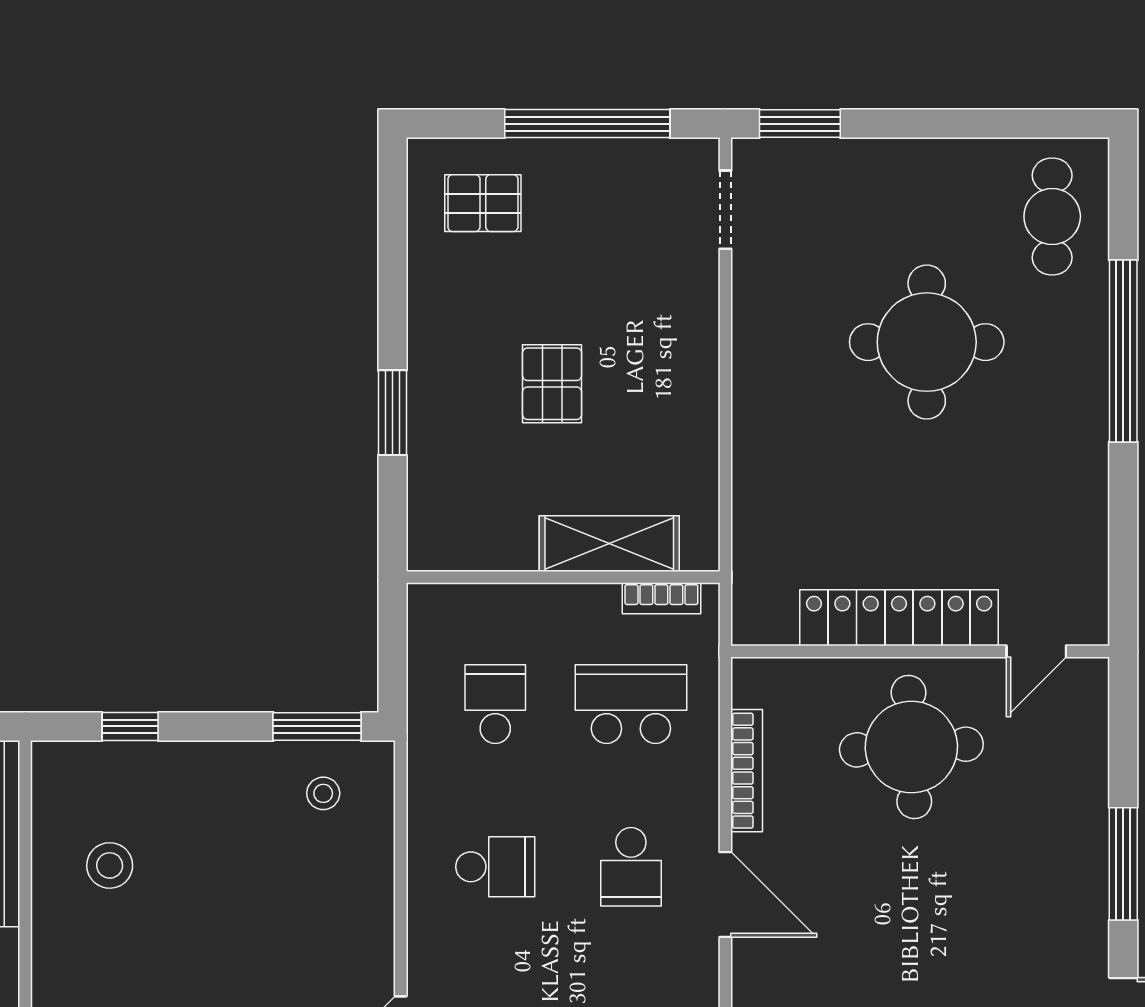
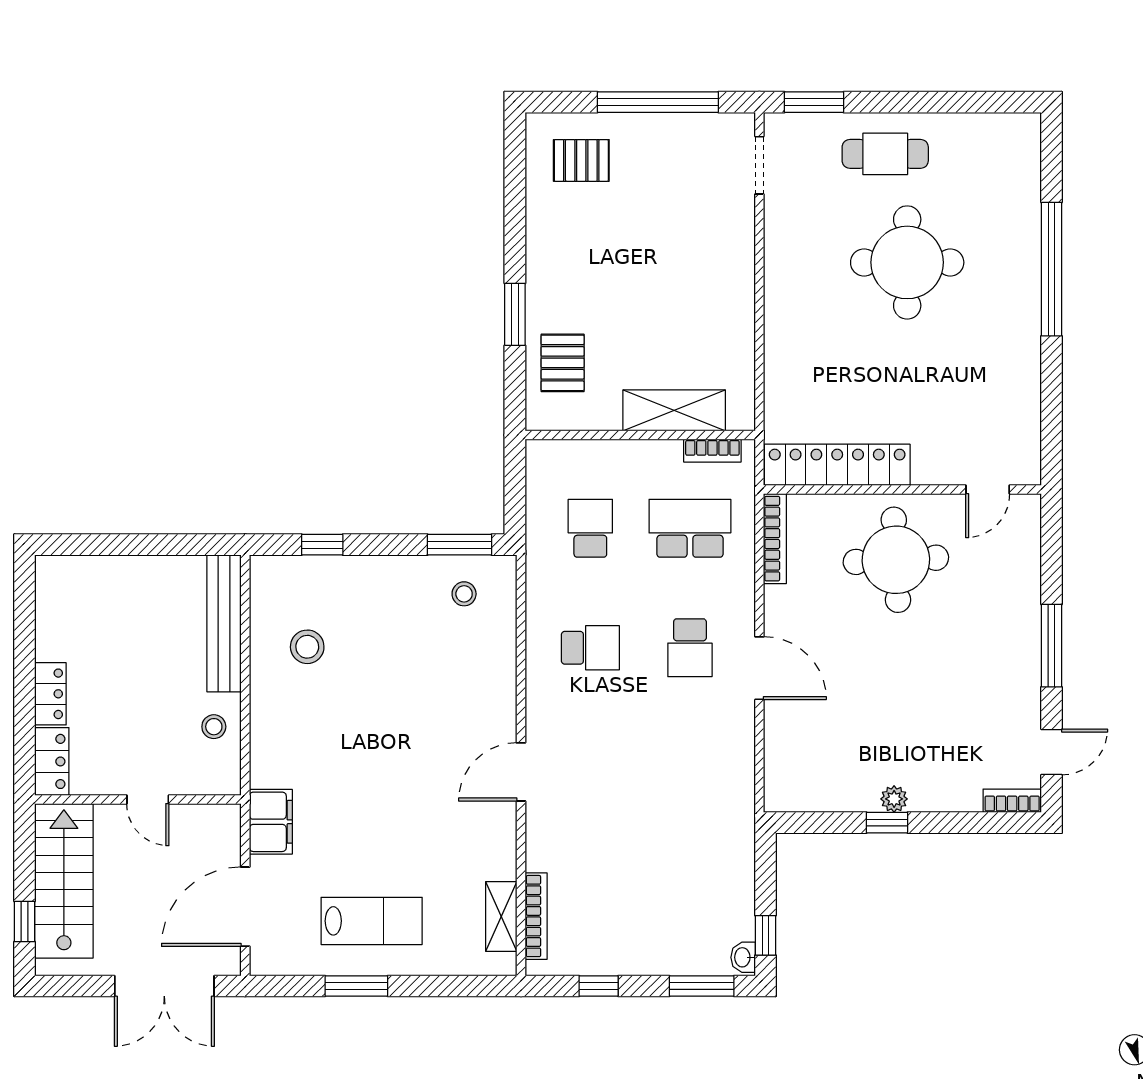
cafe table: (1052, 216) -> (885, 154), moved, turned 90
pallet: (552, 384) -> (563, 363), moved
locker: (899, 618) -> (837, 465), moved
bookcase: (747, 771) -> (775, 539), moved

